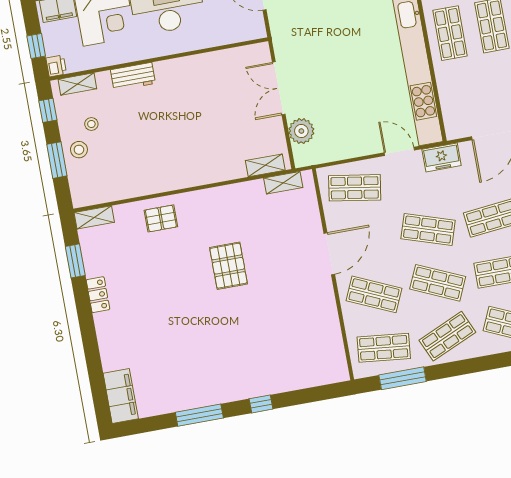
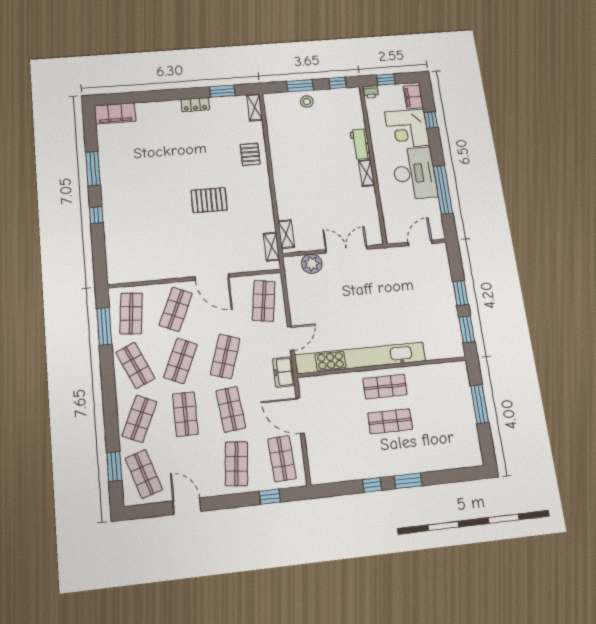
shelving: (77, 84) -> (367, 173), moved
stool: (91, 124) -> (326, 112), removed

